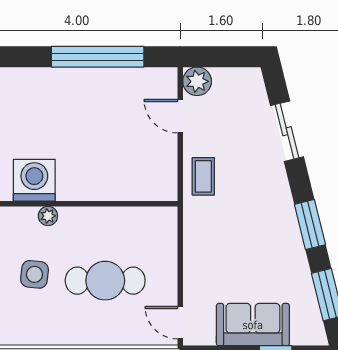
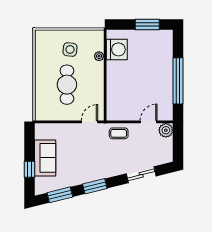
door: (180, 323) -> (89, 122), moved

